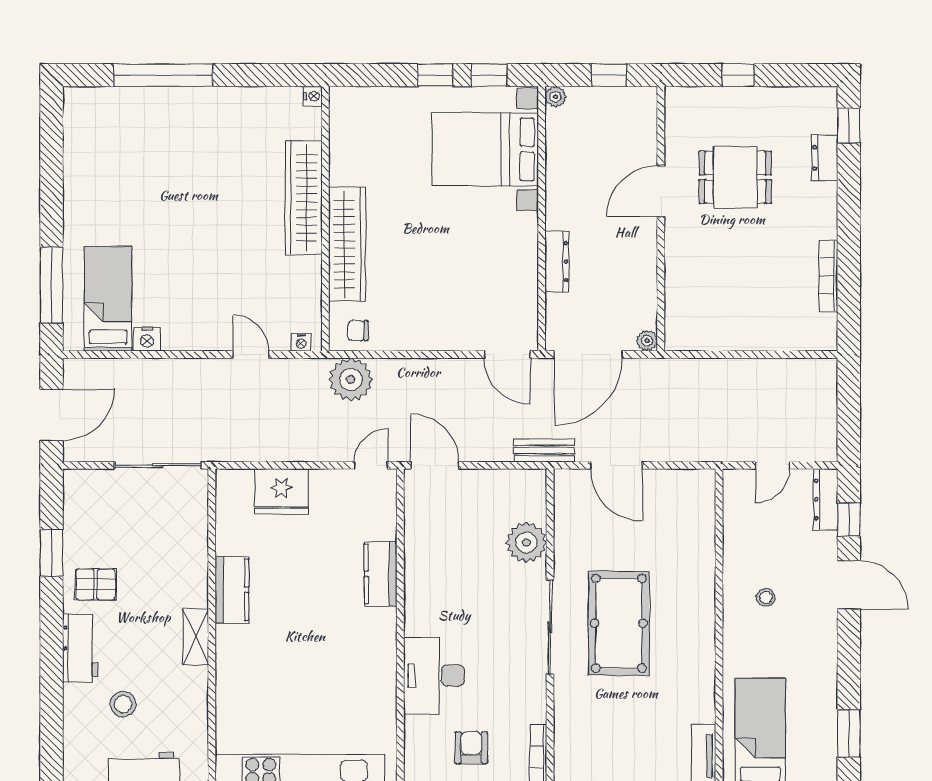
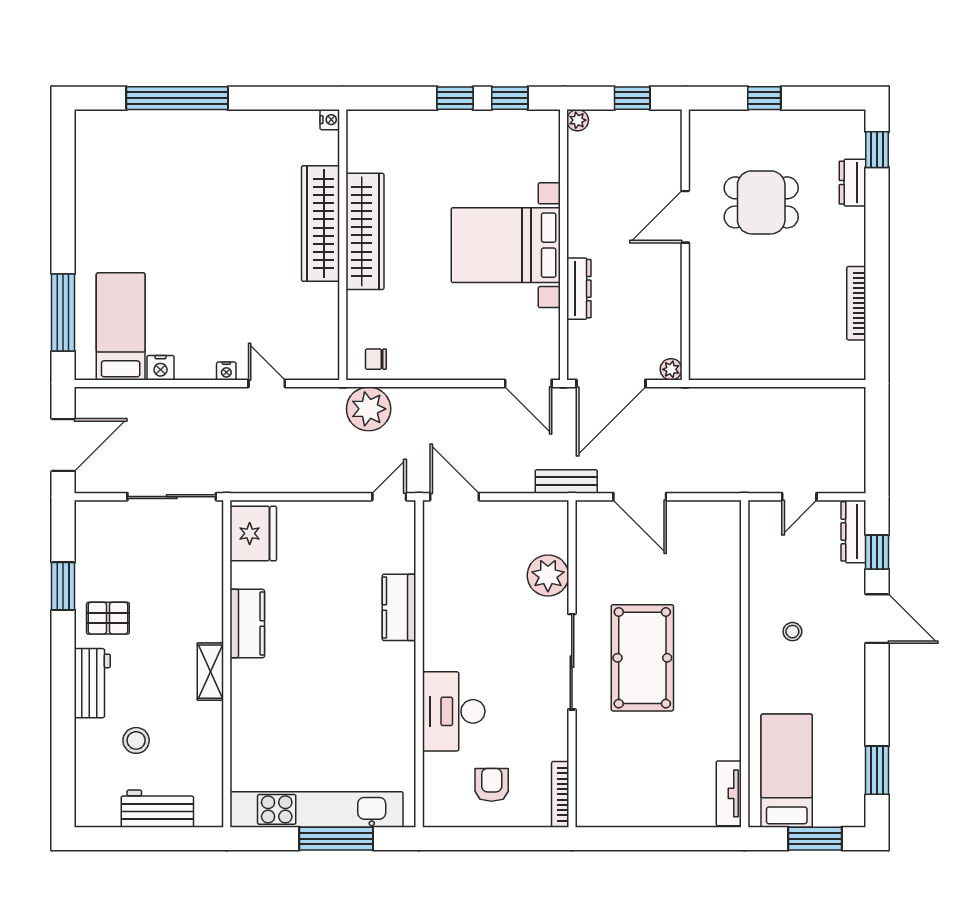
bed with nightstands: (485, 149) -> (506, 245), moved
wardrobe: (347, 244) -> (365, 231), moved
nightstand: (301, 342) -> (226, 371), moved
fridge: (281, 491) -> (253, 533), moved, turned -90

